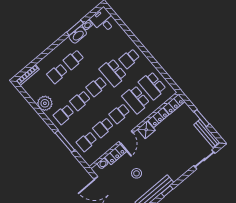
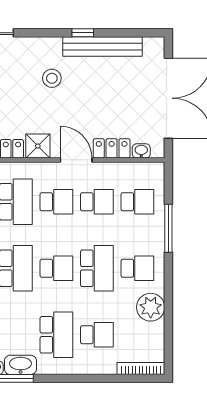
school desk: (74, 60) -> (56, 335), width x1.85
school desk: (80, 101) -> (97, 268), width x1.85
door: (126, 137) -> (76, 160), hinge flipped
stool: (137, 173) -> (52, 78), moved

